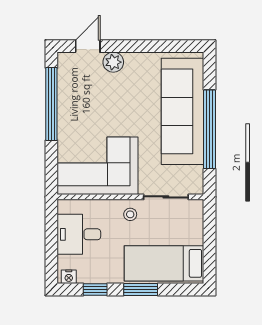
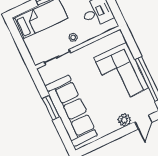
window: (210, 129) -> (51, 108), width x0.47
corner sofa: (98, 166) -> (121, 73), moved, turned 90

